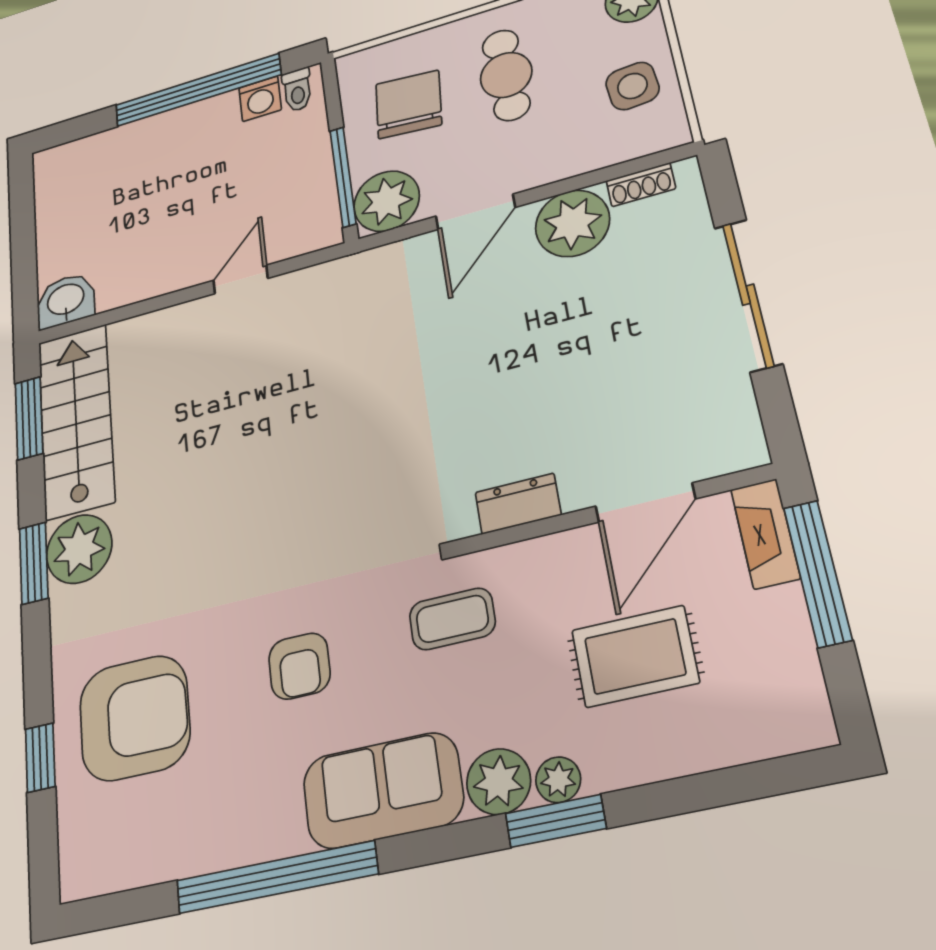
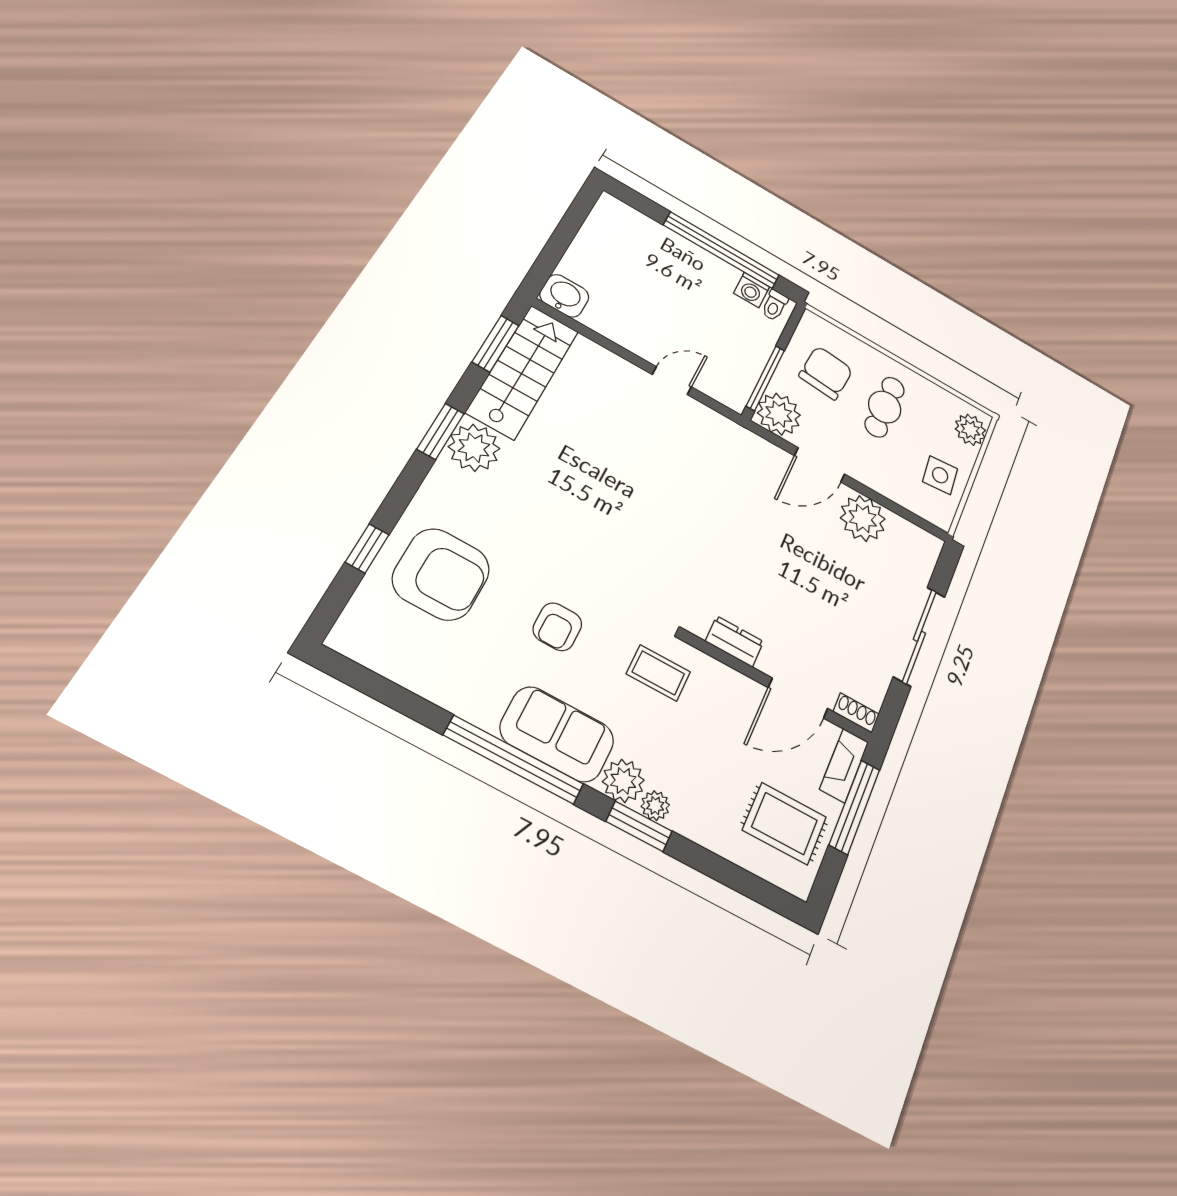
shoe rack: (641, 185) -> (856, 713), moved, turned 180
rug: (635, 656) -> (785, 824), moved
window: (276, 877) -> (514, 760), moved

